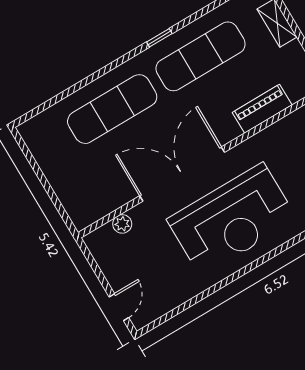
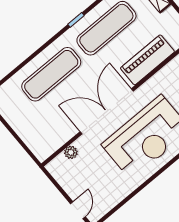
piano: (262, 109) -> (147, 60), width x1.37, depth x1.33

